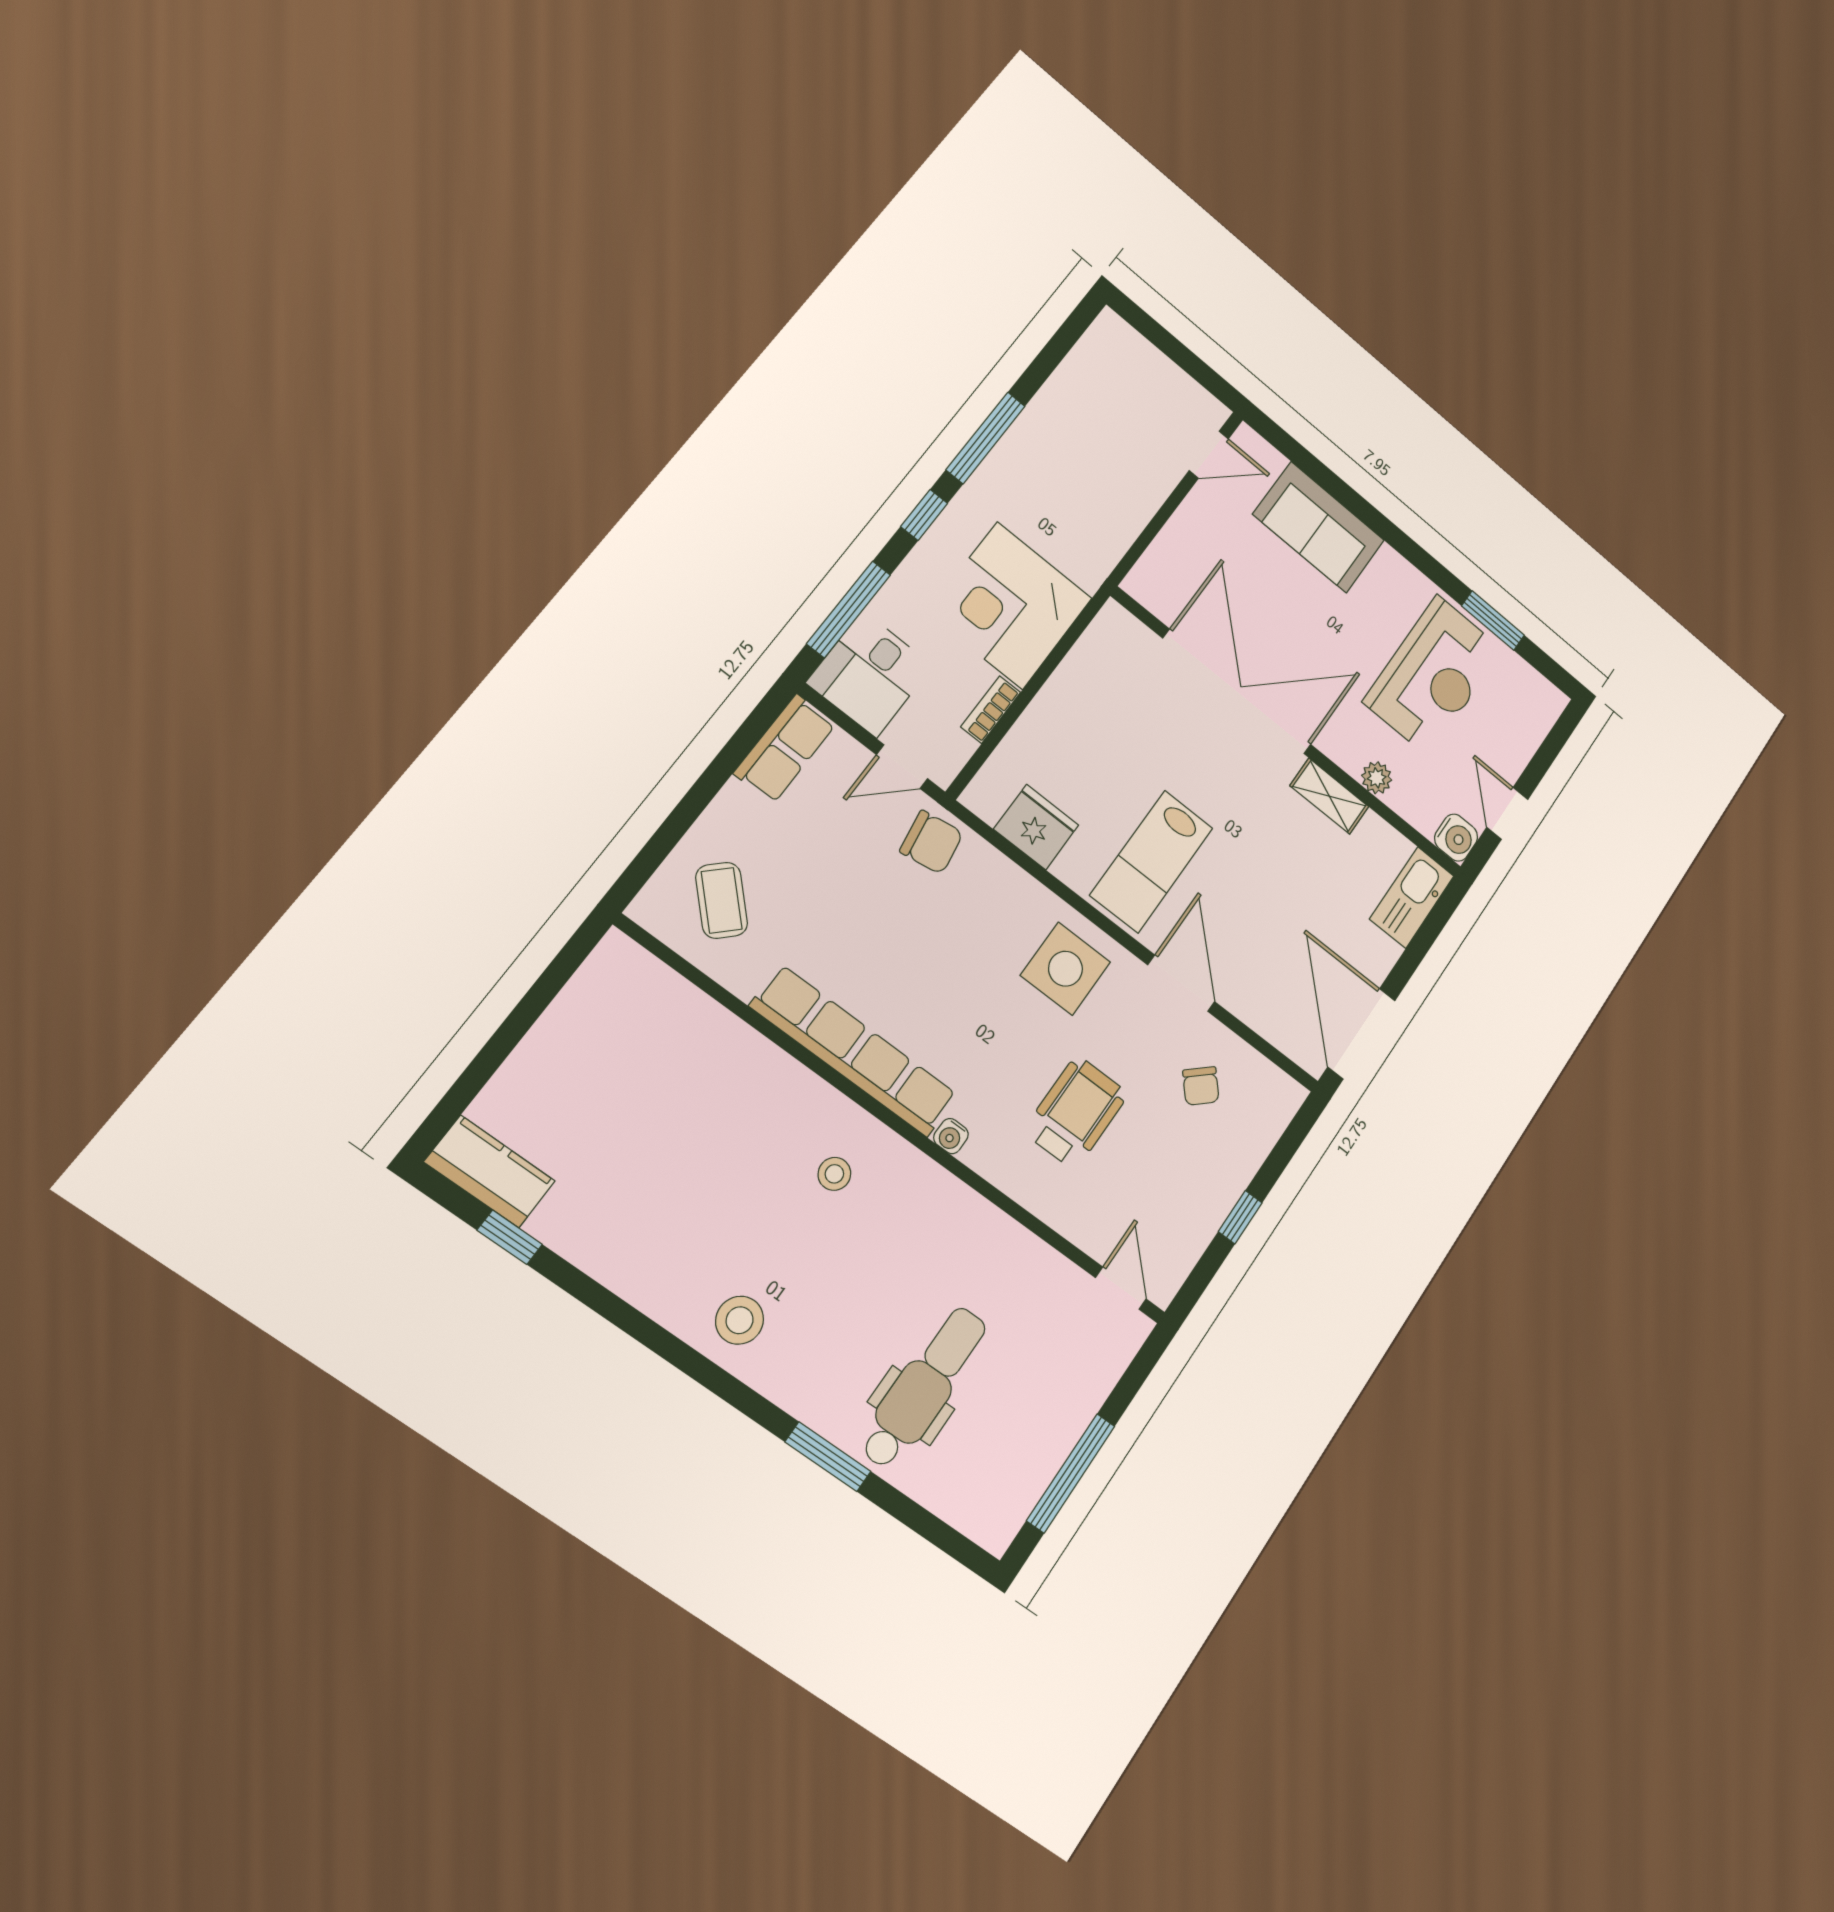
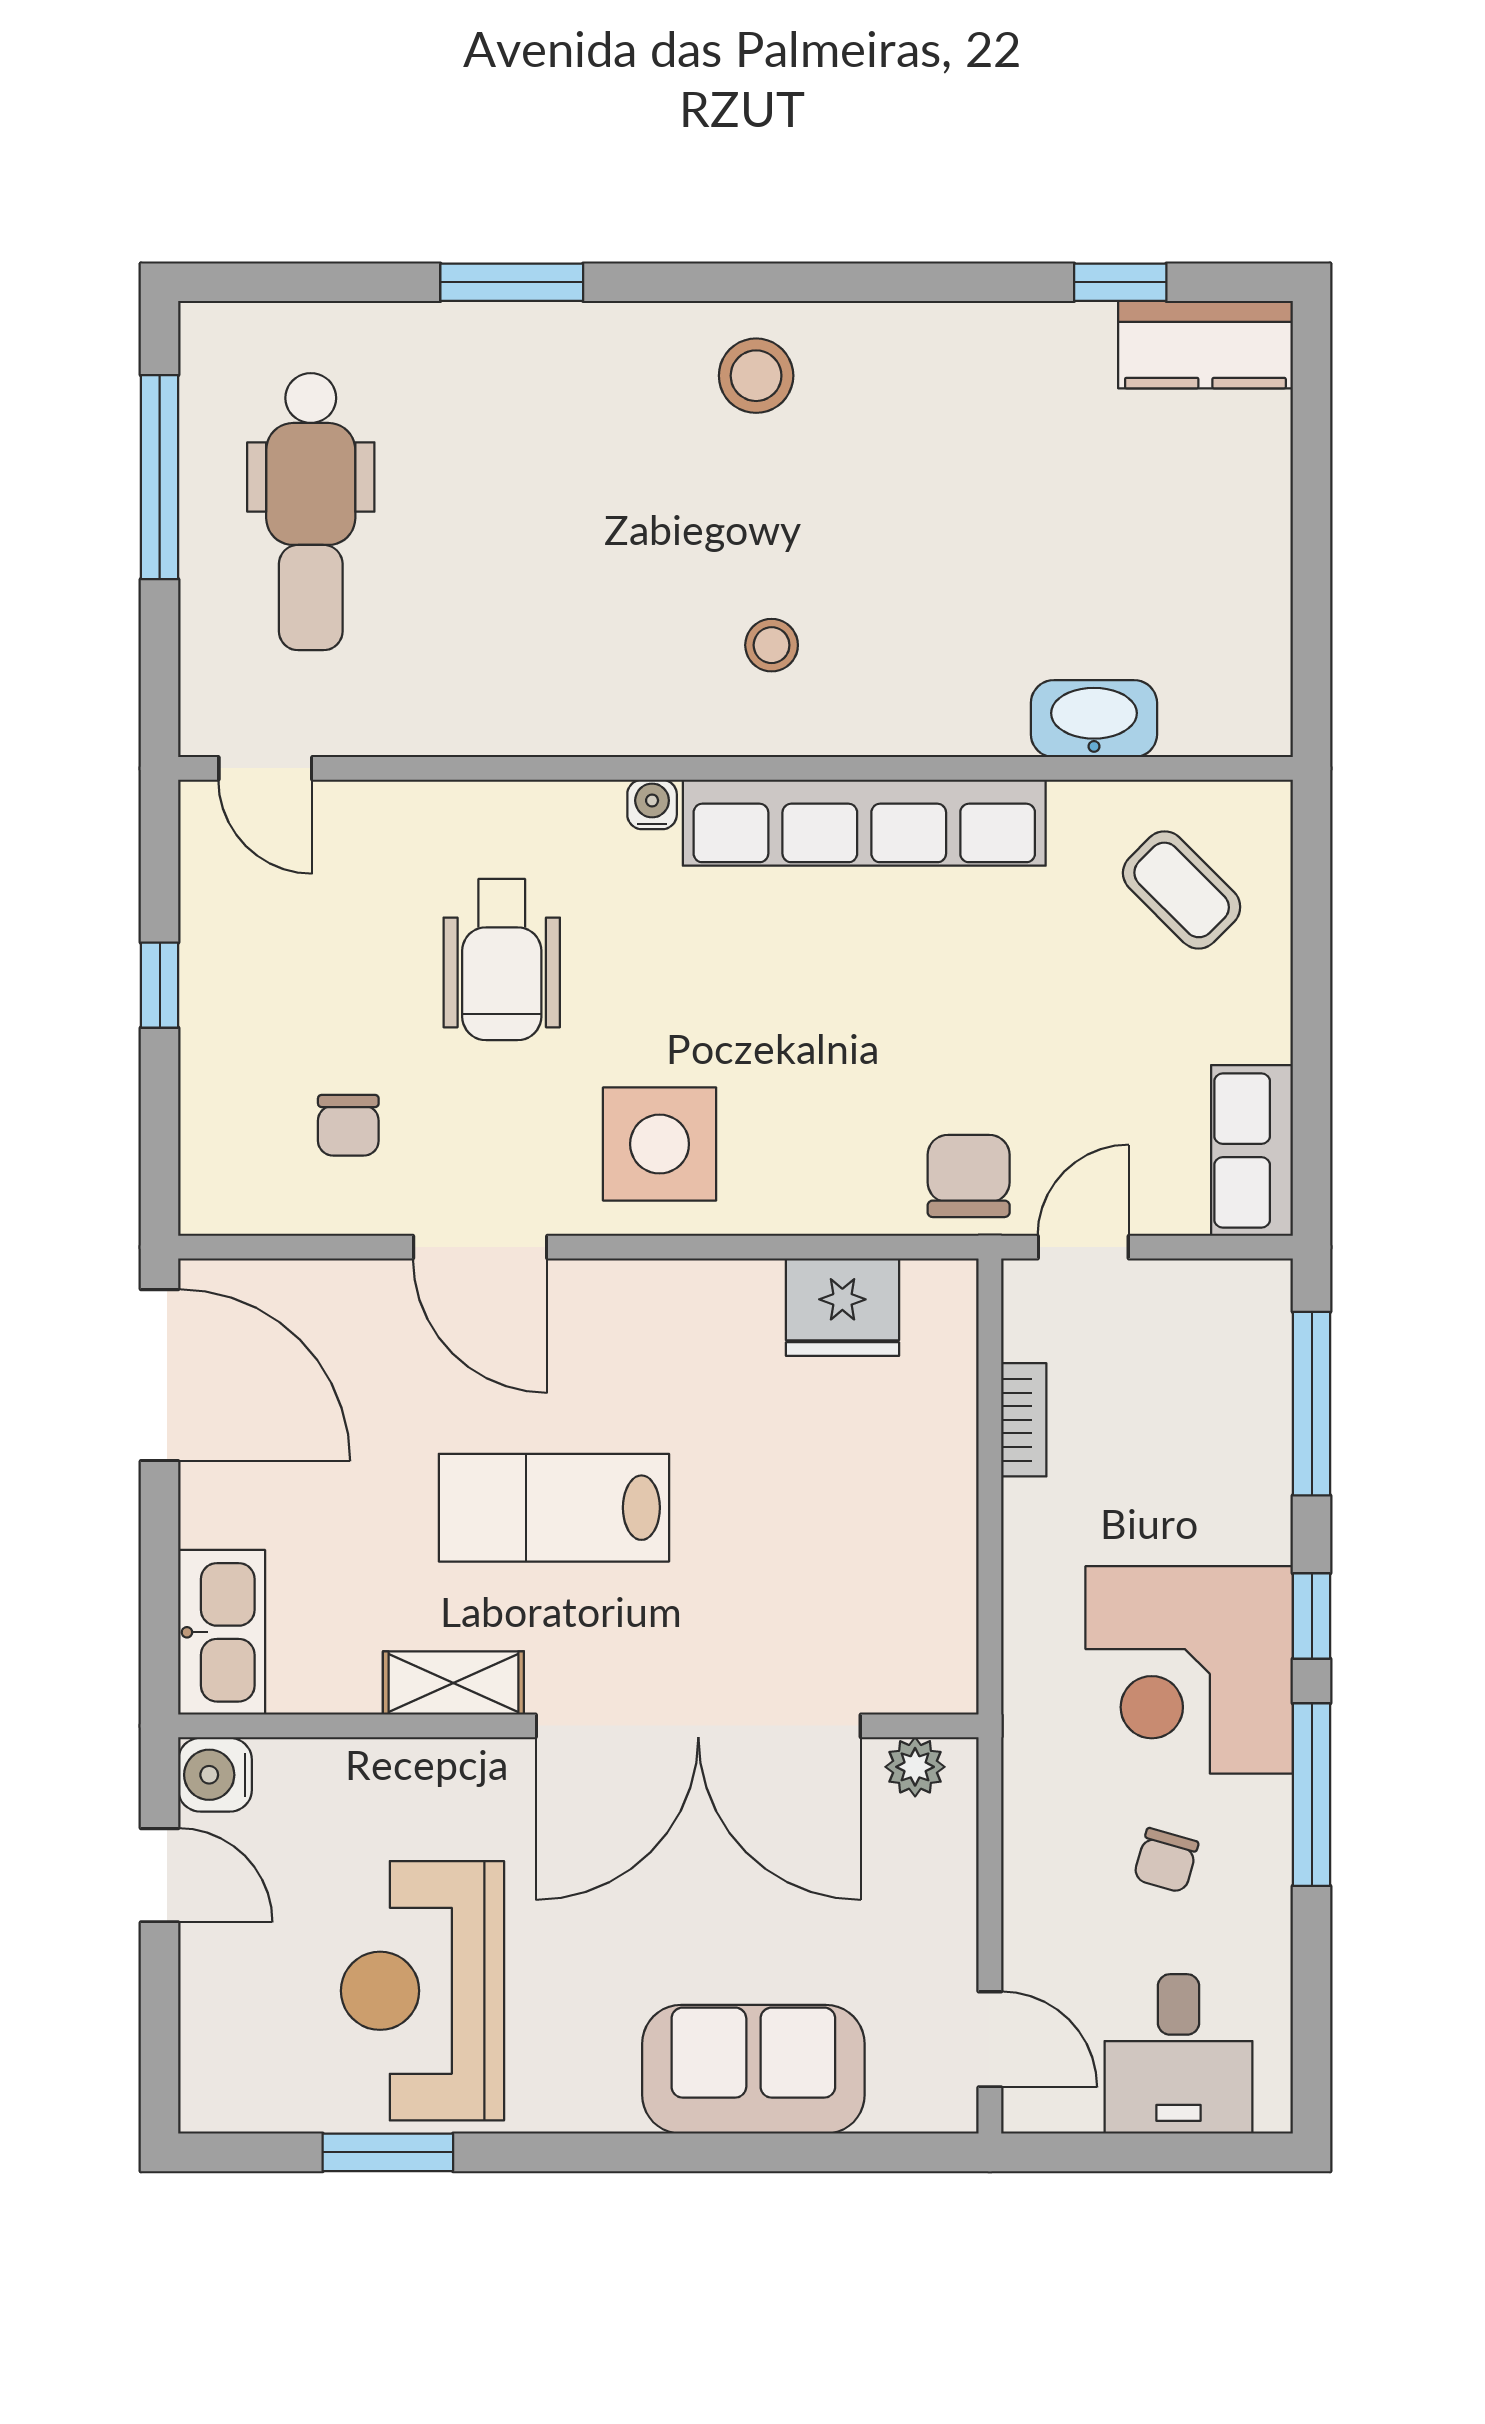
door: (1209, 455) -> (990, 2039), swing flipped
chair: (1074, 465) -> (1166, 1860), added
corner desk: (1010, 605) -> (1189, 1670), moved, turned 180
desk: (870, 674) -> (1179, 2054), moved, turned 180
plant: (1377, 778) -> (915, 1767), moved
chair: (932, 842) -> (969, 1176), turned 99
lab bench: (1152, 862) -> (554, 1508), moved, turned -90
washbasin: (700, 1019) -> (1094, 719), added
chair: (1201, 1086) -> (348, 1125), turned -138
dental chair: (924, 1387) -> (311, 512), moved

